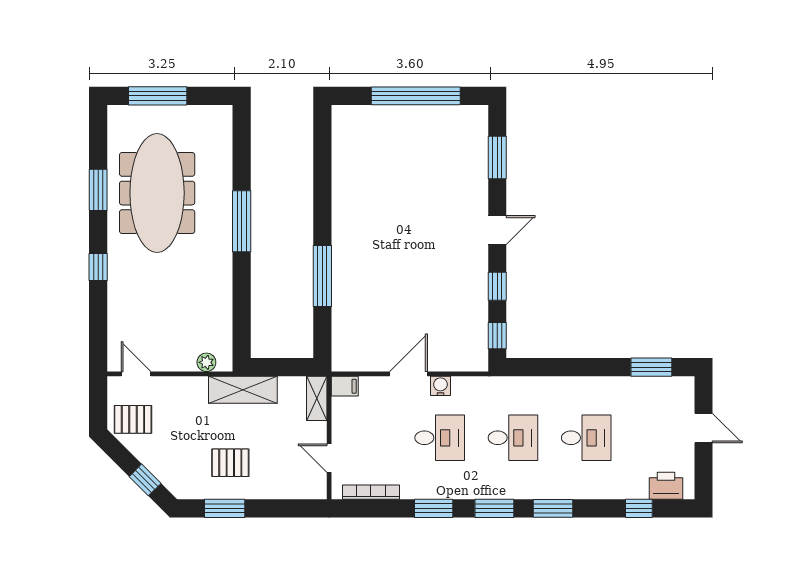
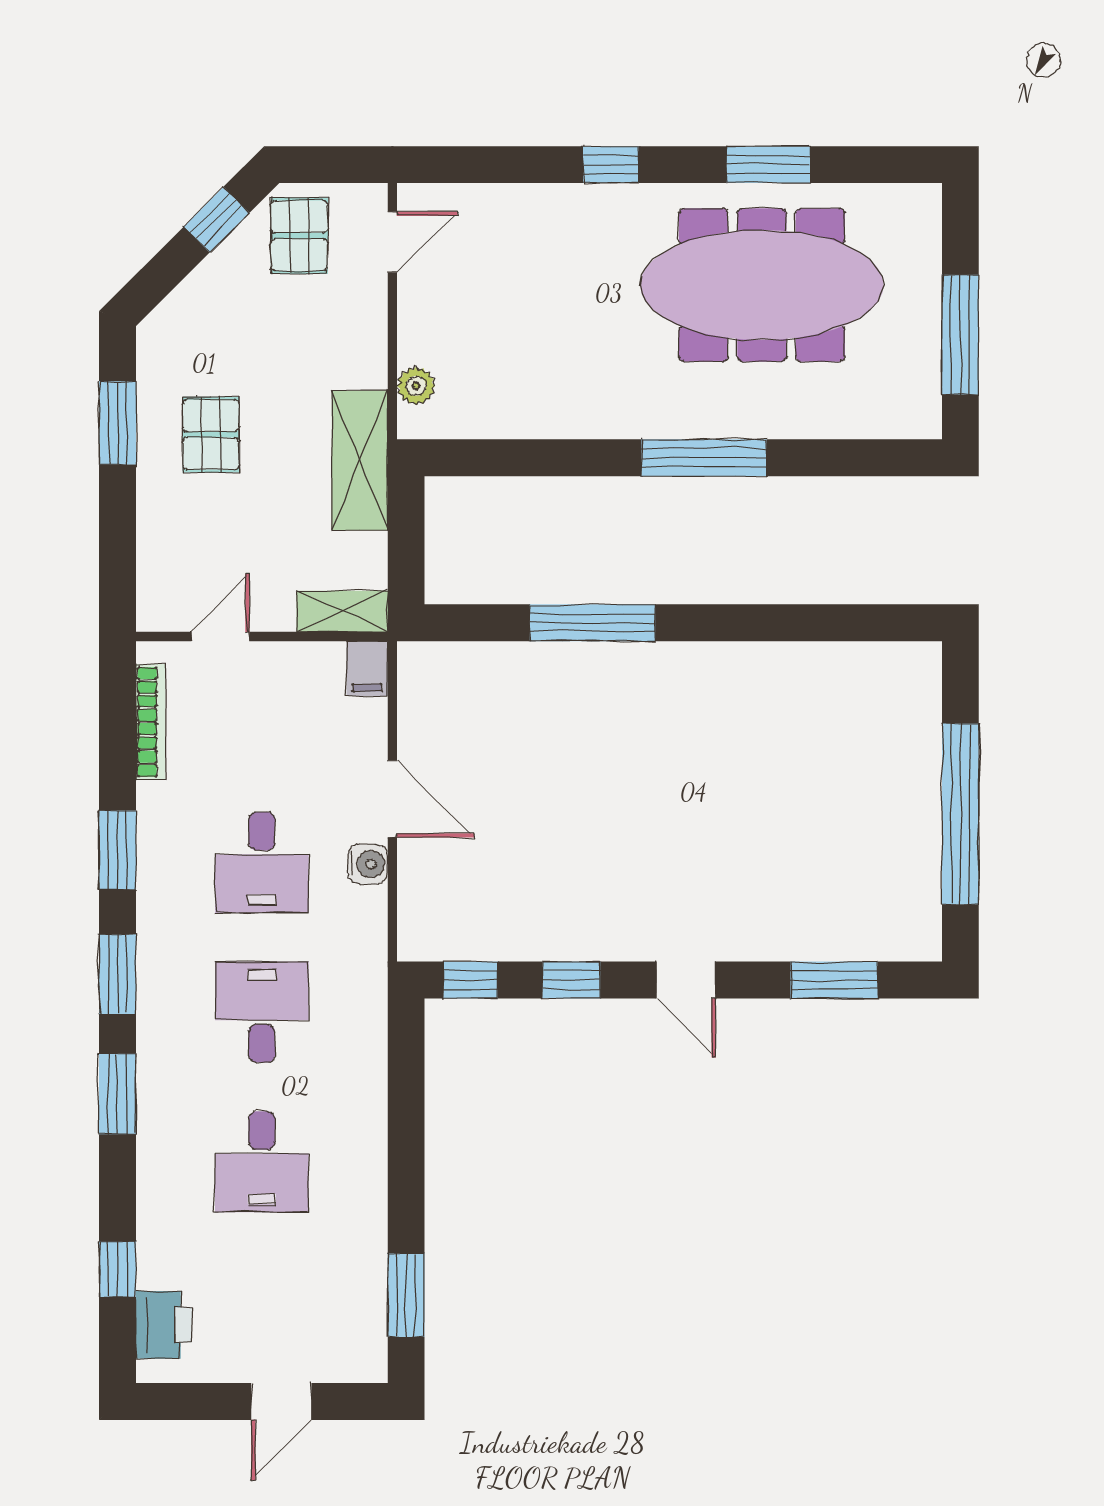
window: (158, 96) -> (960, 335), moved
desk: (513, 438) -> (262, 1012), turned 180
window: (145, 480) -> (217, 220), moved

